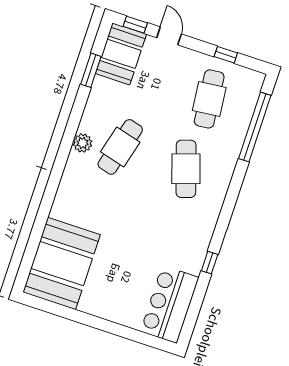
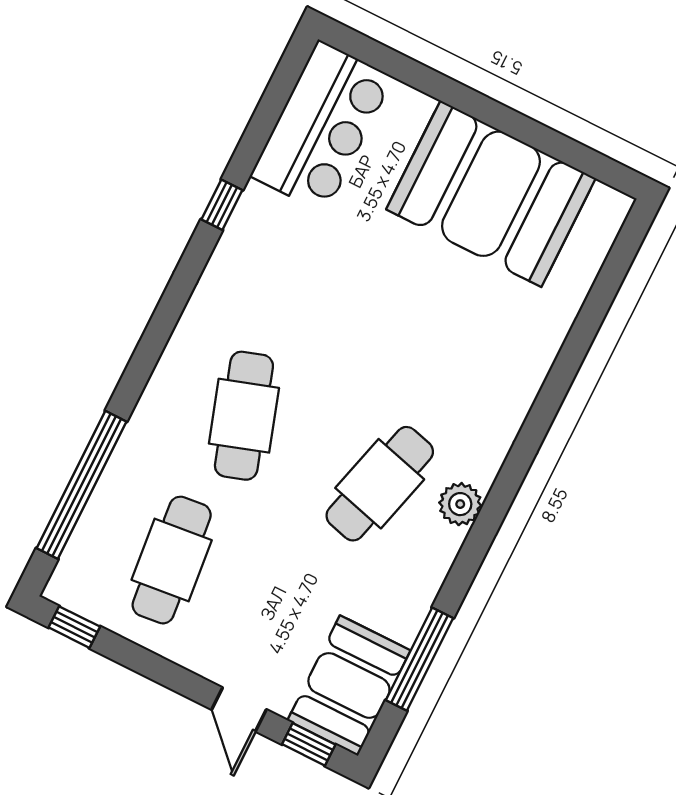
window: (226, 55) -> (74, 627), moved
window: (91, 70) -> (420, 659), width x1.44
booth: (62, 263) -> (491, 194), moved, turned 90

